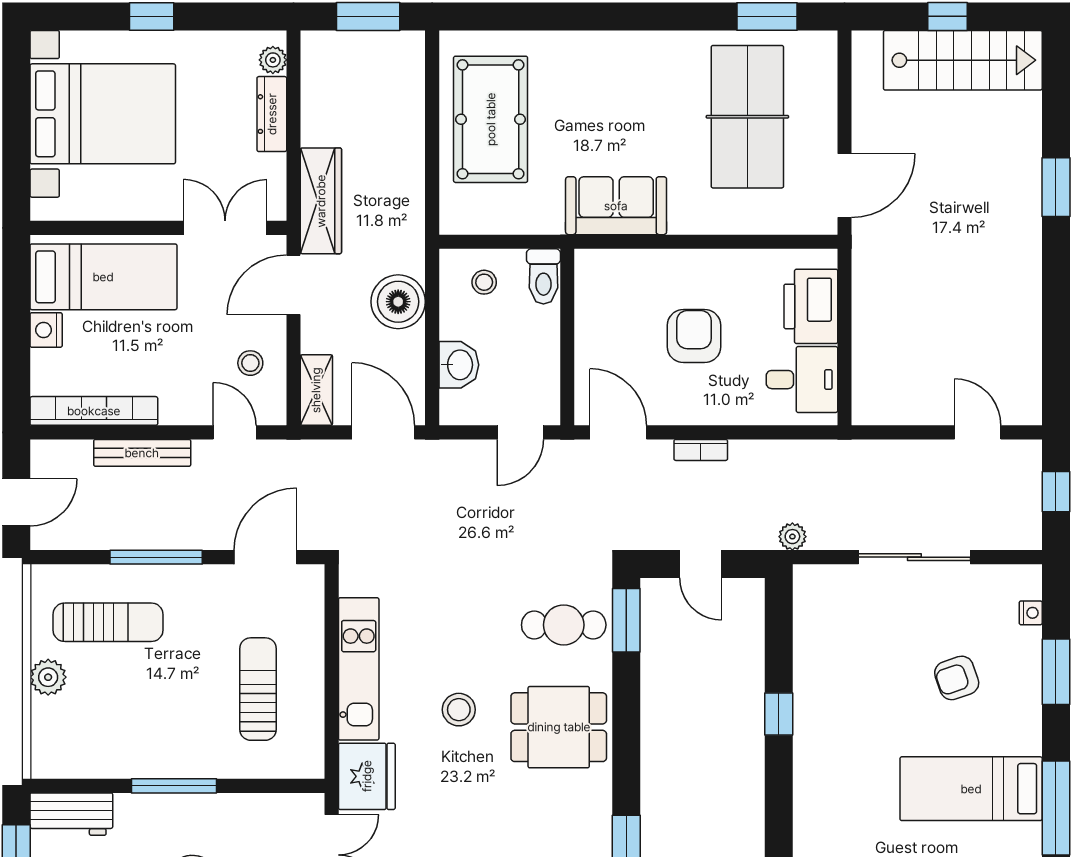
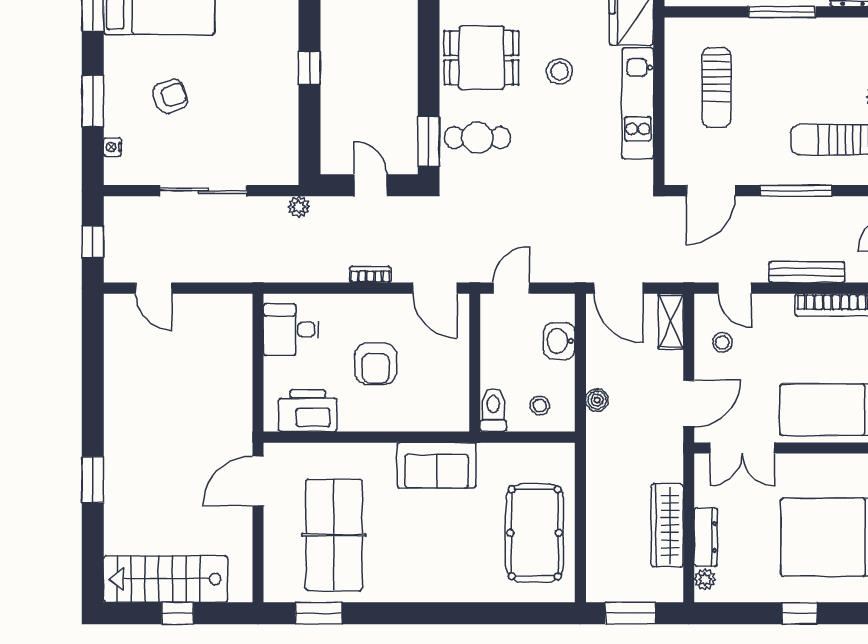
wardrobe: (321, 201) -> (667, 525), moved
boiler: (398, 302) -> (597, 400), width x0.54, depth x0.54
printer: (811, 306) -> (308, 411), moved, turned -90

